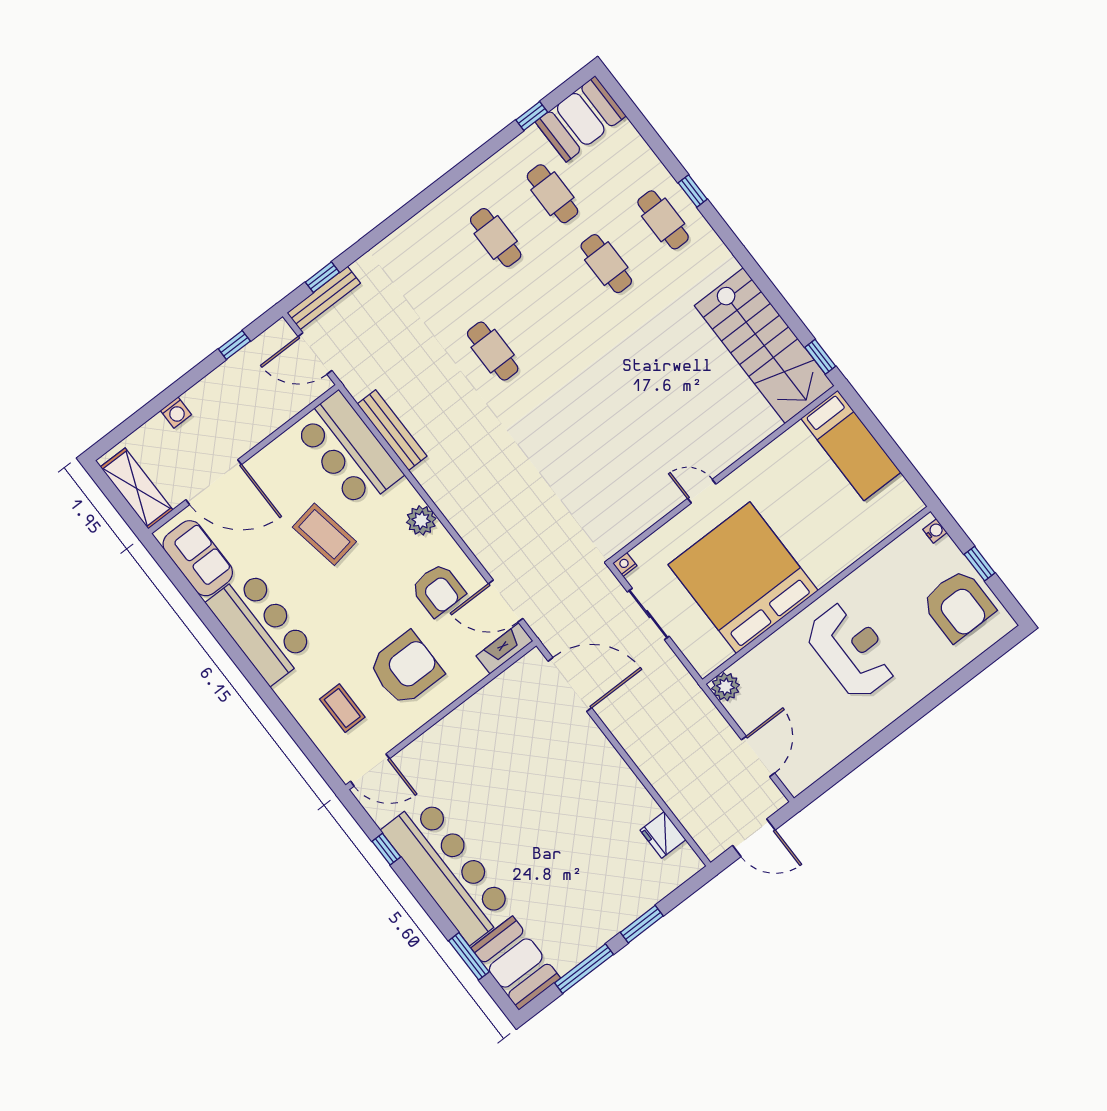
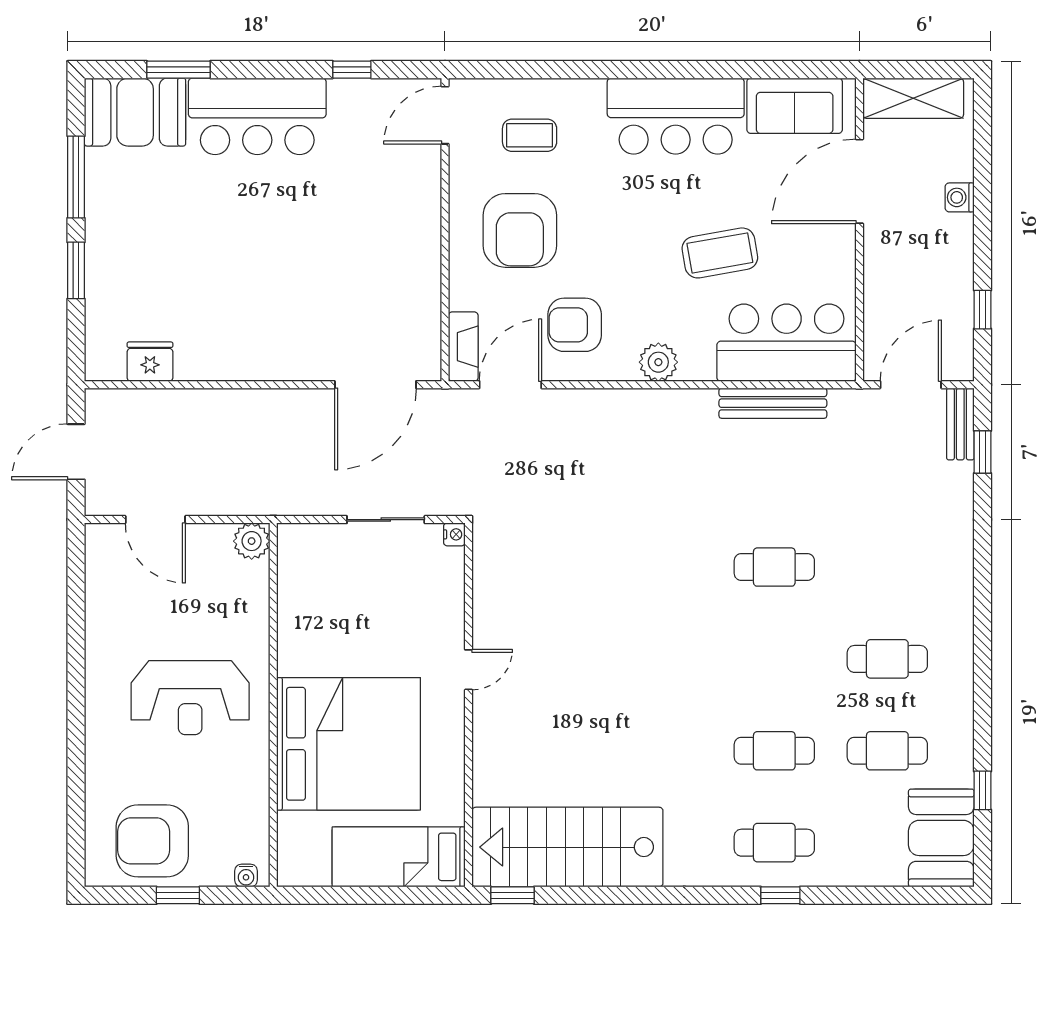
bench: (324, 298) -> (960, 424), width x0.73
bed: (743, 578) -> (348, 744), moved
bar counter: (448, 870) -> (257, 116), width x0.73

